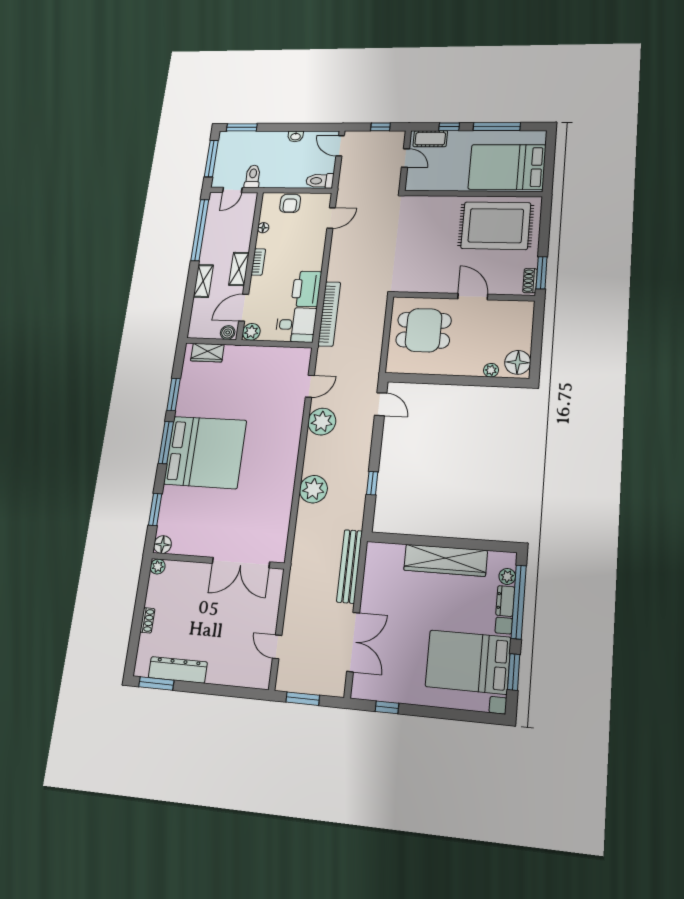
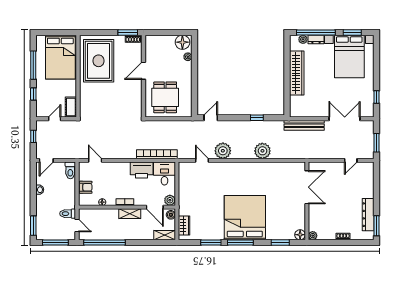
cot: (430, 139) -> (71, 107), moved
shelving: (203, 281) -> (165, 235), moved

